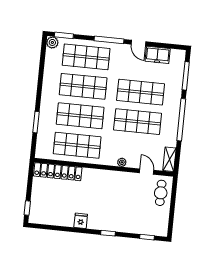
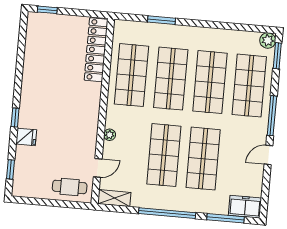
freezer: (158, 55) -> (245, 207), moved, turned 90
fridge: (81, 221) -> (26, 137), moved

